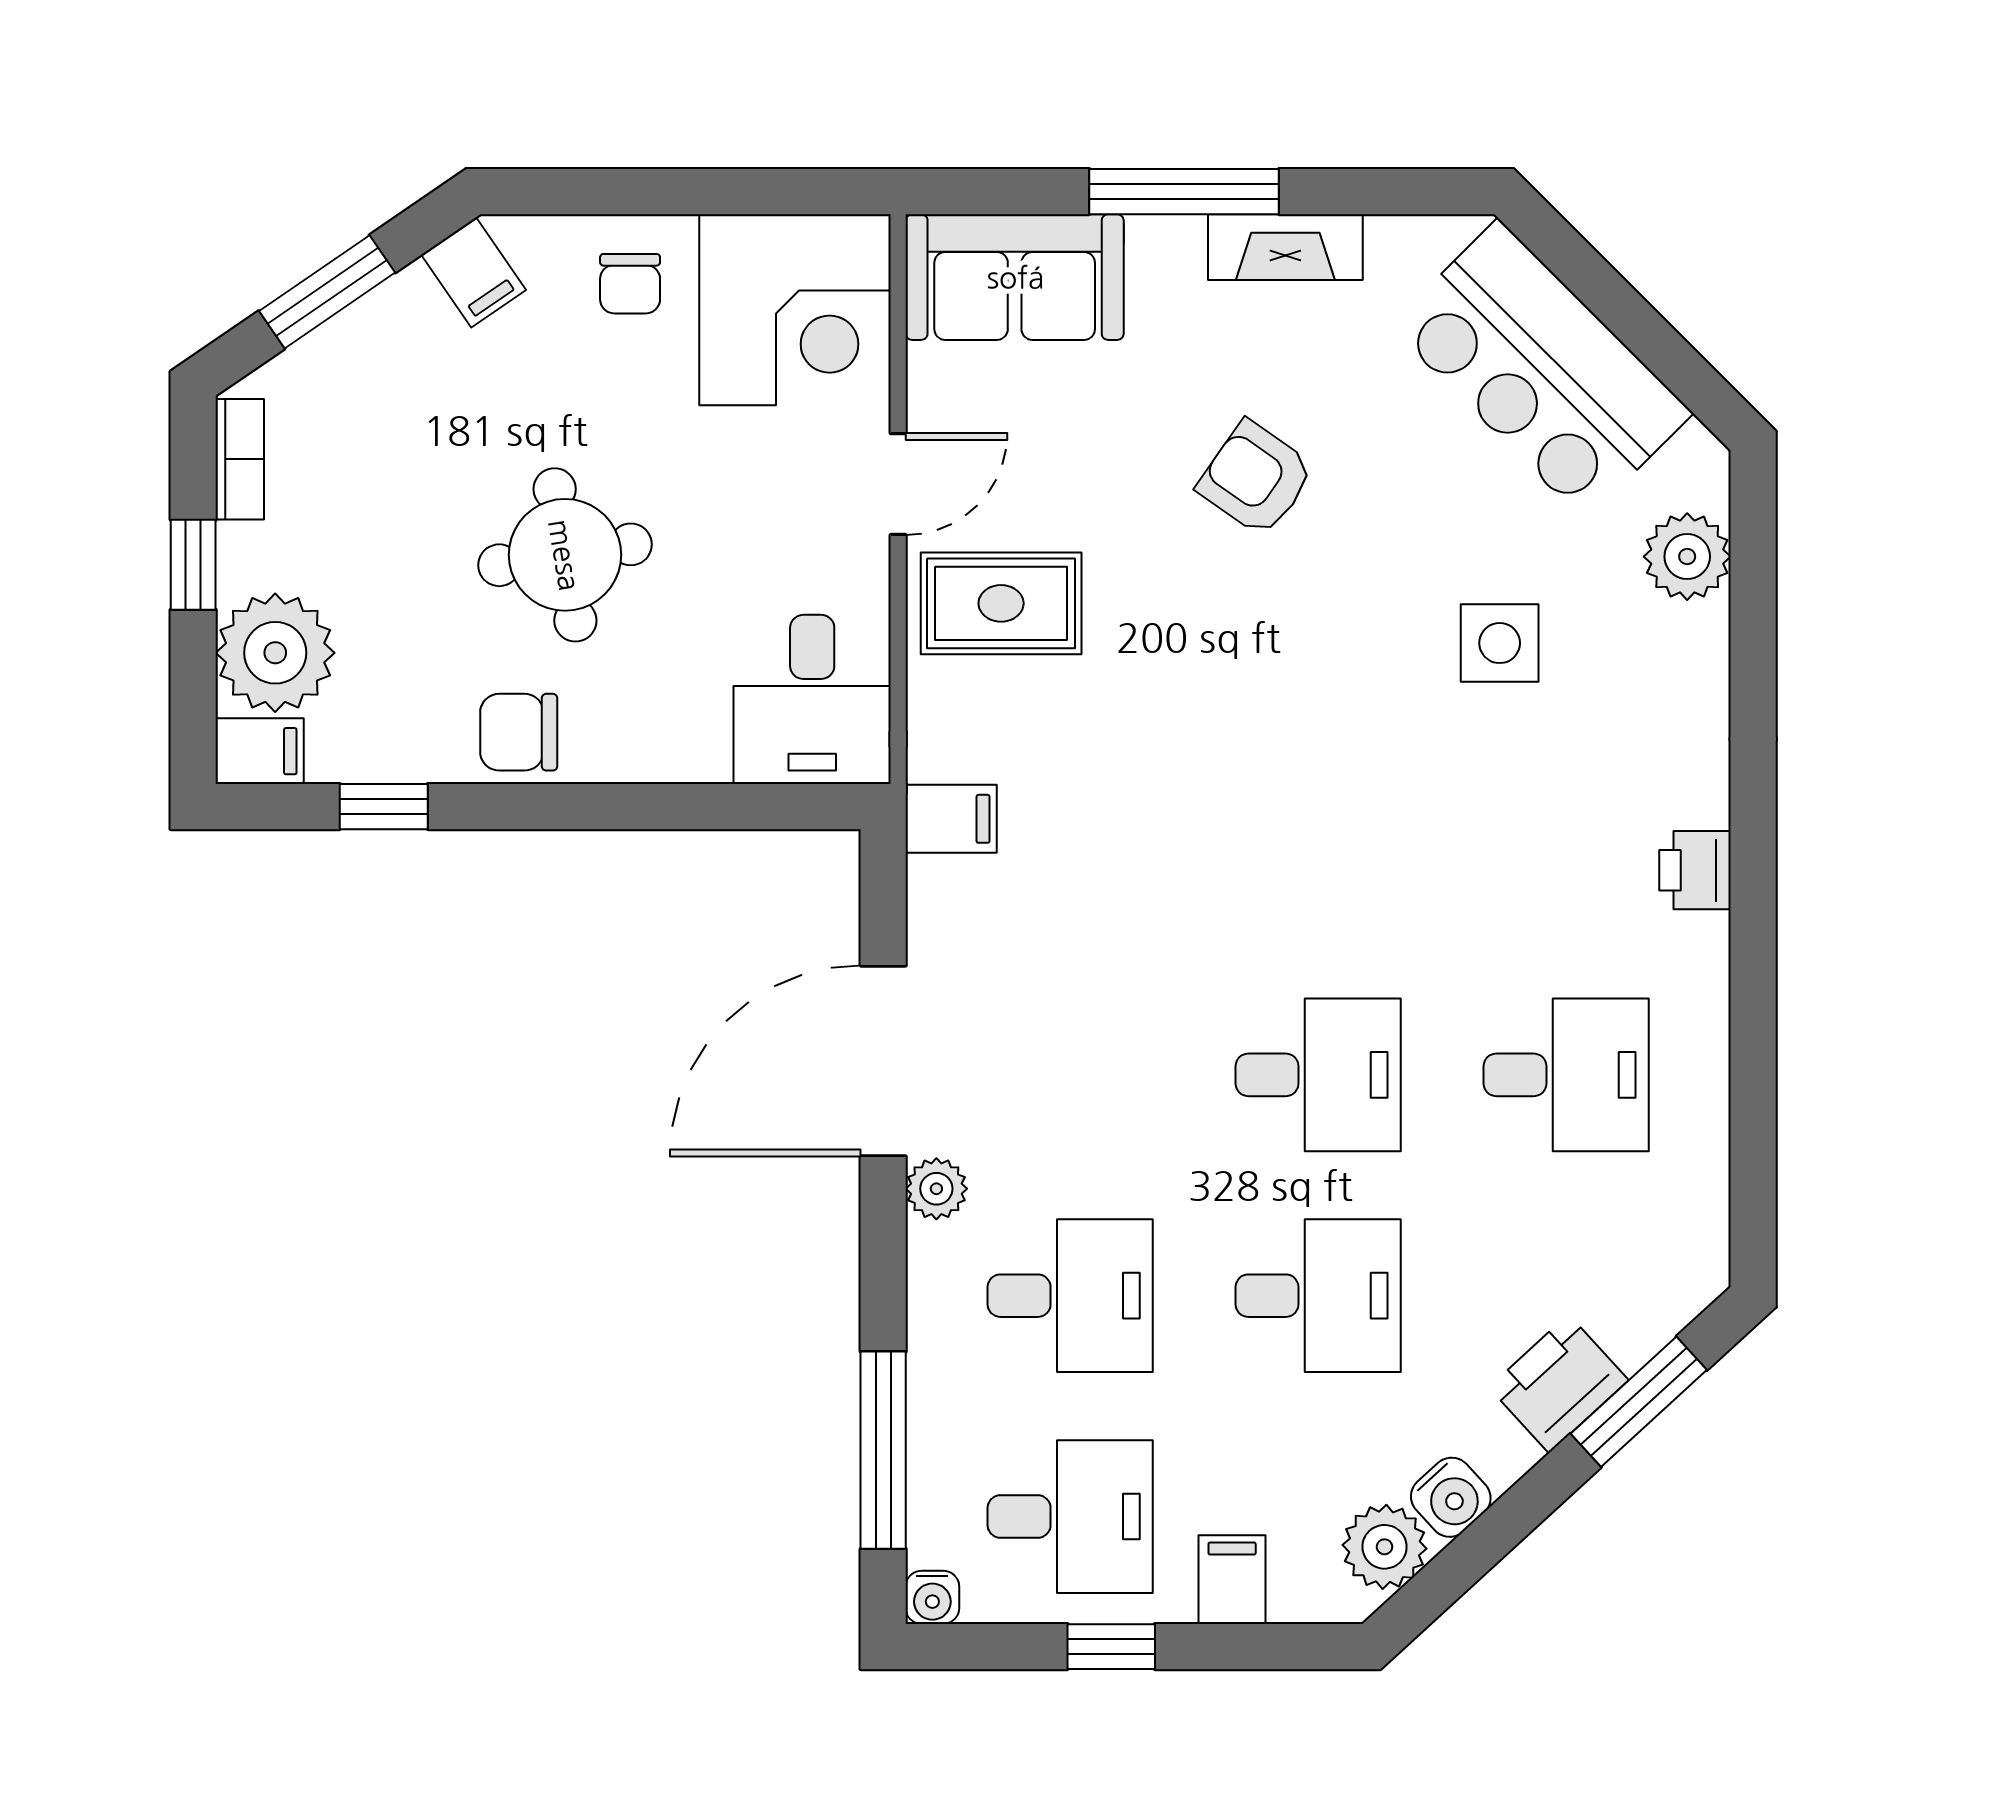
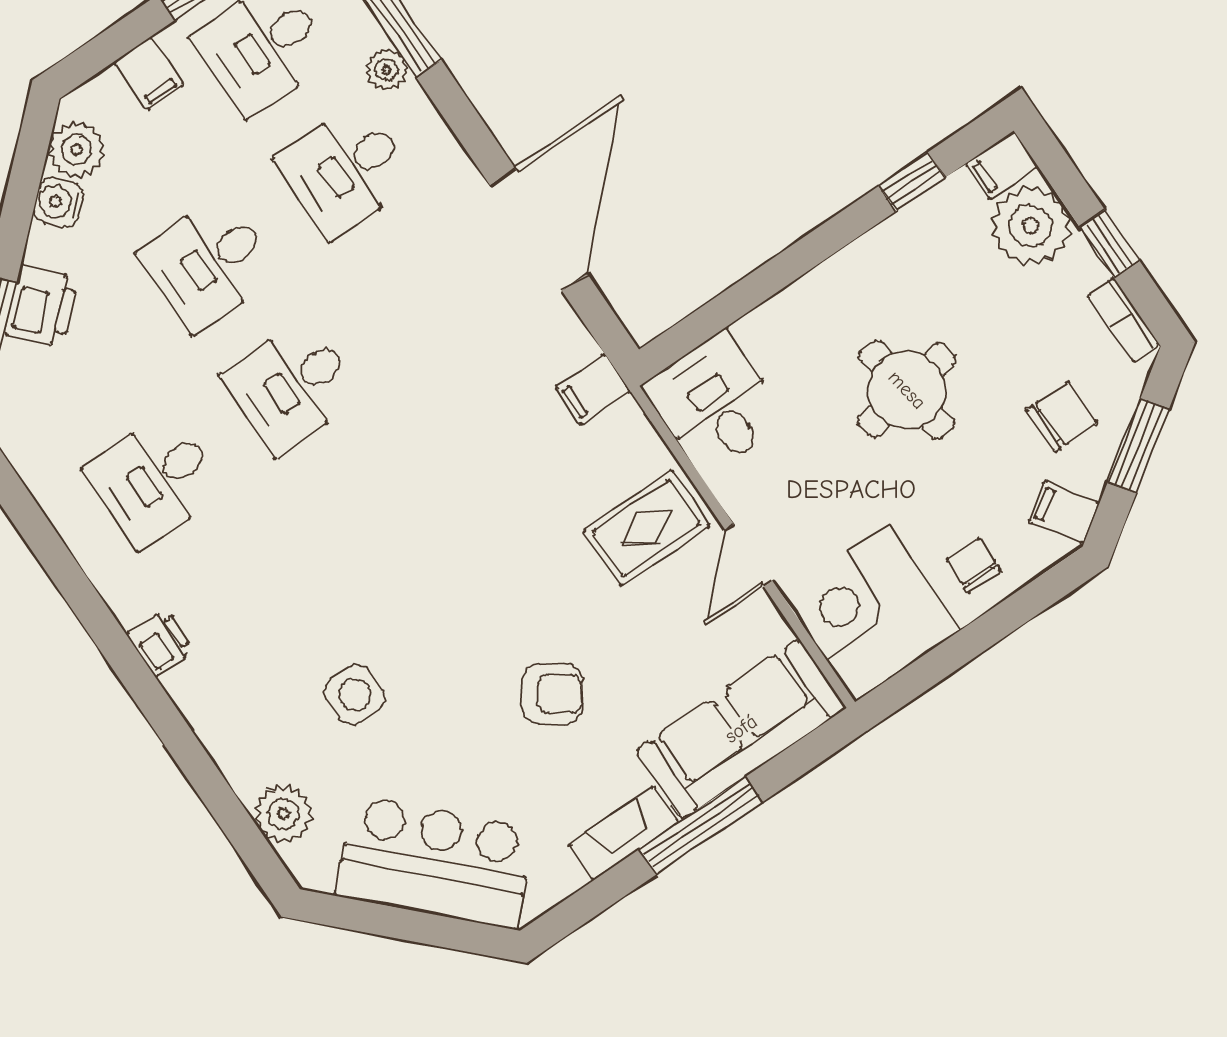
sofa: (1015, 277) -> (741, 729), width x1.36
chair: (519, 732) -> (1061, 417), moved
plant: (936, 1189) -> (386, 70), moved

